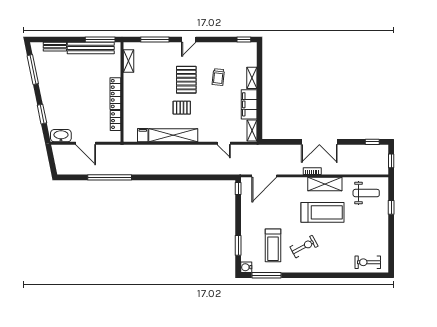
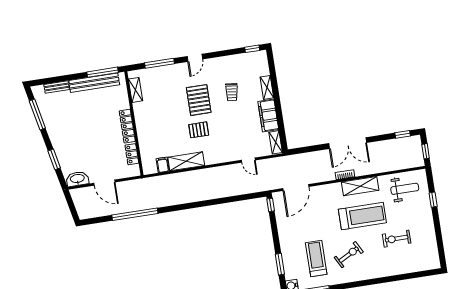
shelving: (173, 135) -> (186, 161), width x0.68
treadmill: (273, 245) -> (316, 259), turned 180
exercise bike: (368, 262) -> (397, 239), moved

